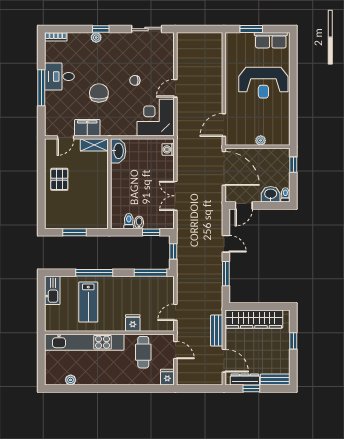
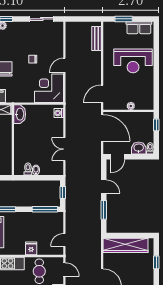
window: (151, 232) -> (45, 178), removed
bench: (217, 331) -> (96, 39), moved

